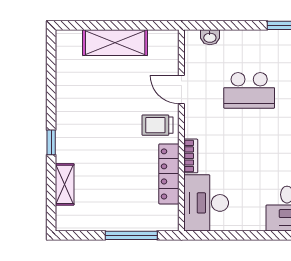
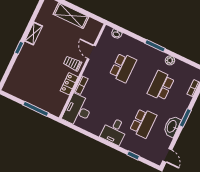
school desk: (249, 90) -> (123, 68), turned -90
locker: (169, 174) -> (69, 84), width x0.66
shelving: (65, 184) -> (34, 33), moved

